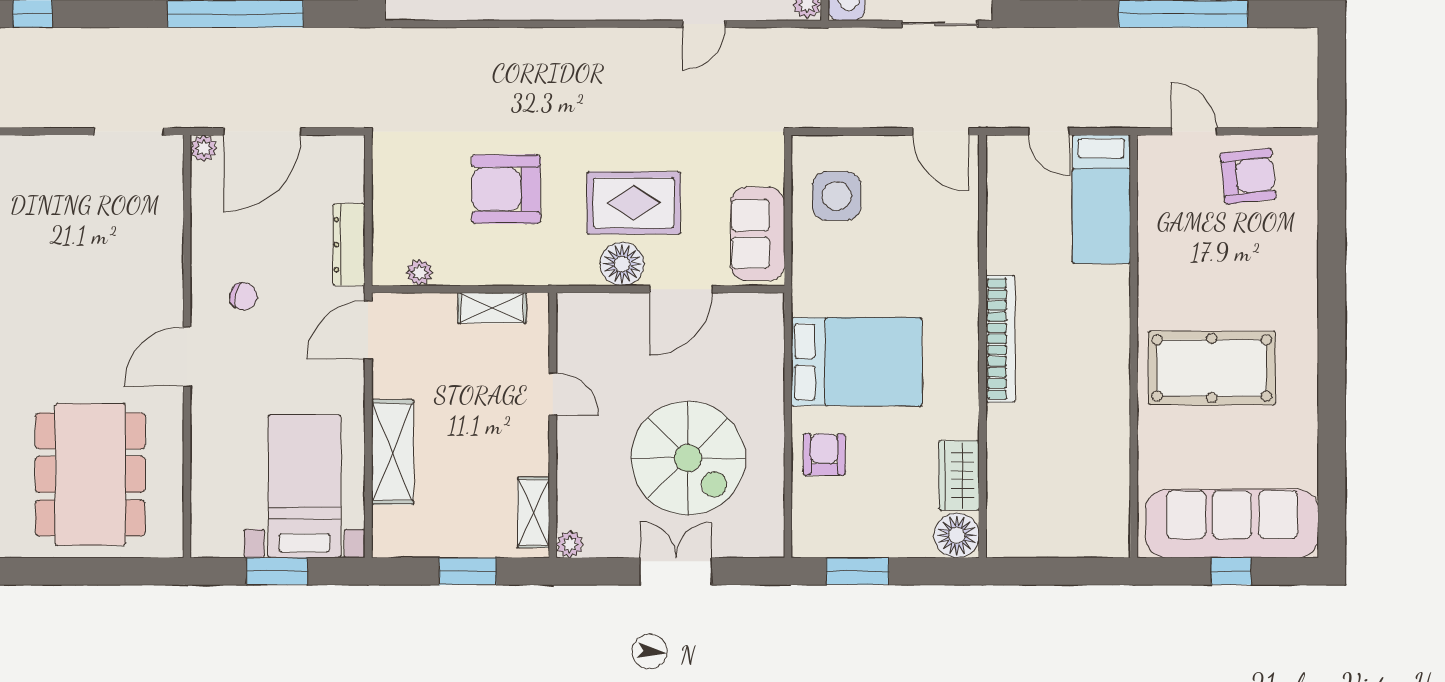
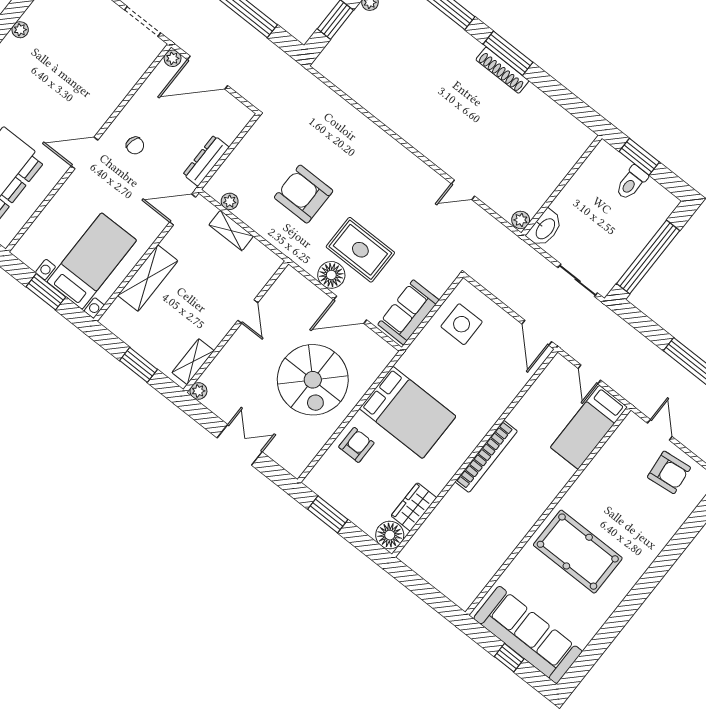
shelving: (492, 308) -> (231, 231), moved
spiral stairs: (688, 458) -> (313, 380), moved

